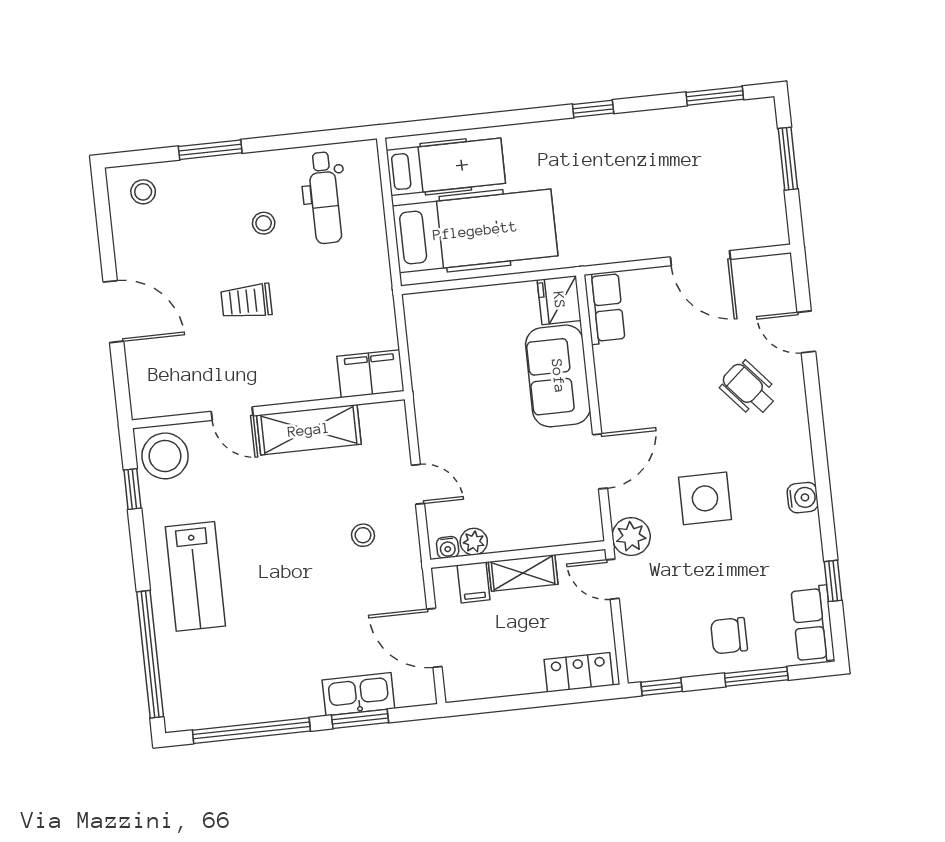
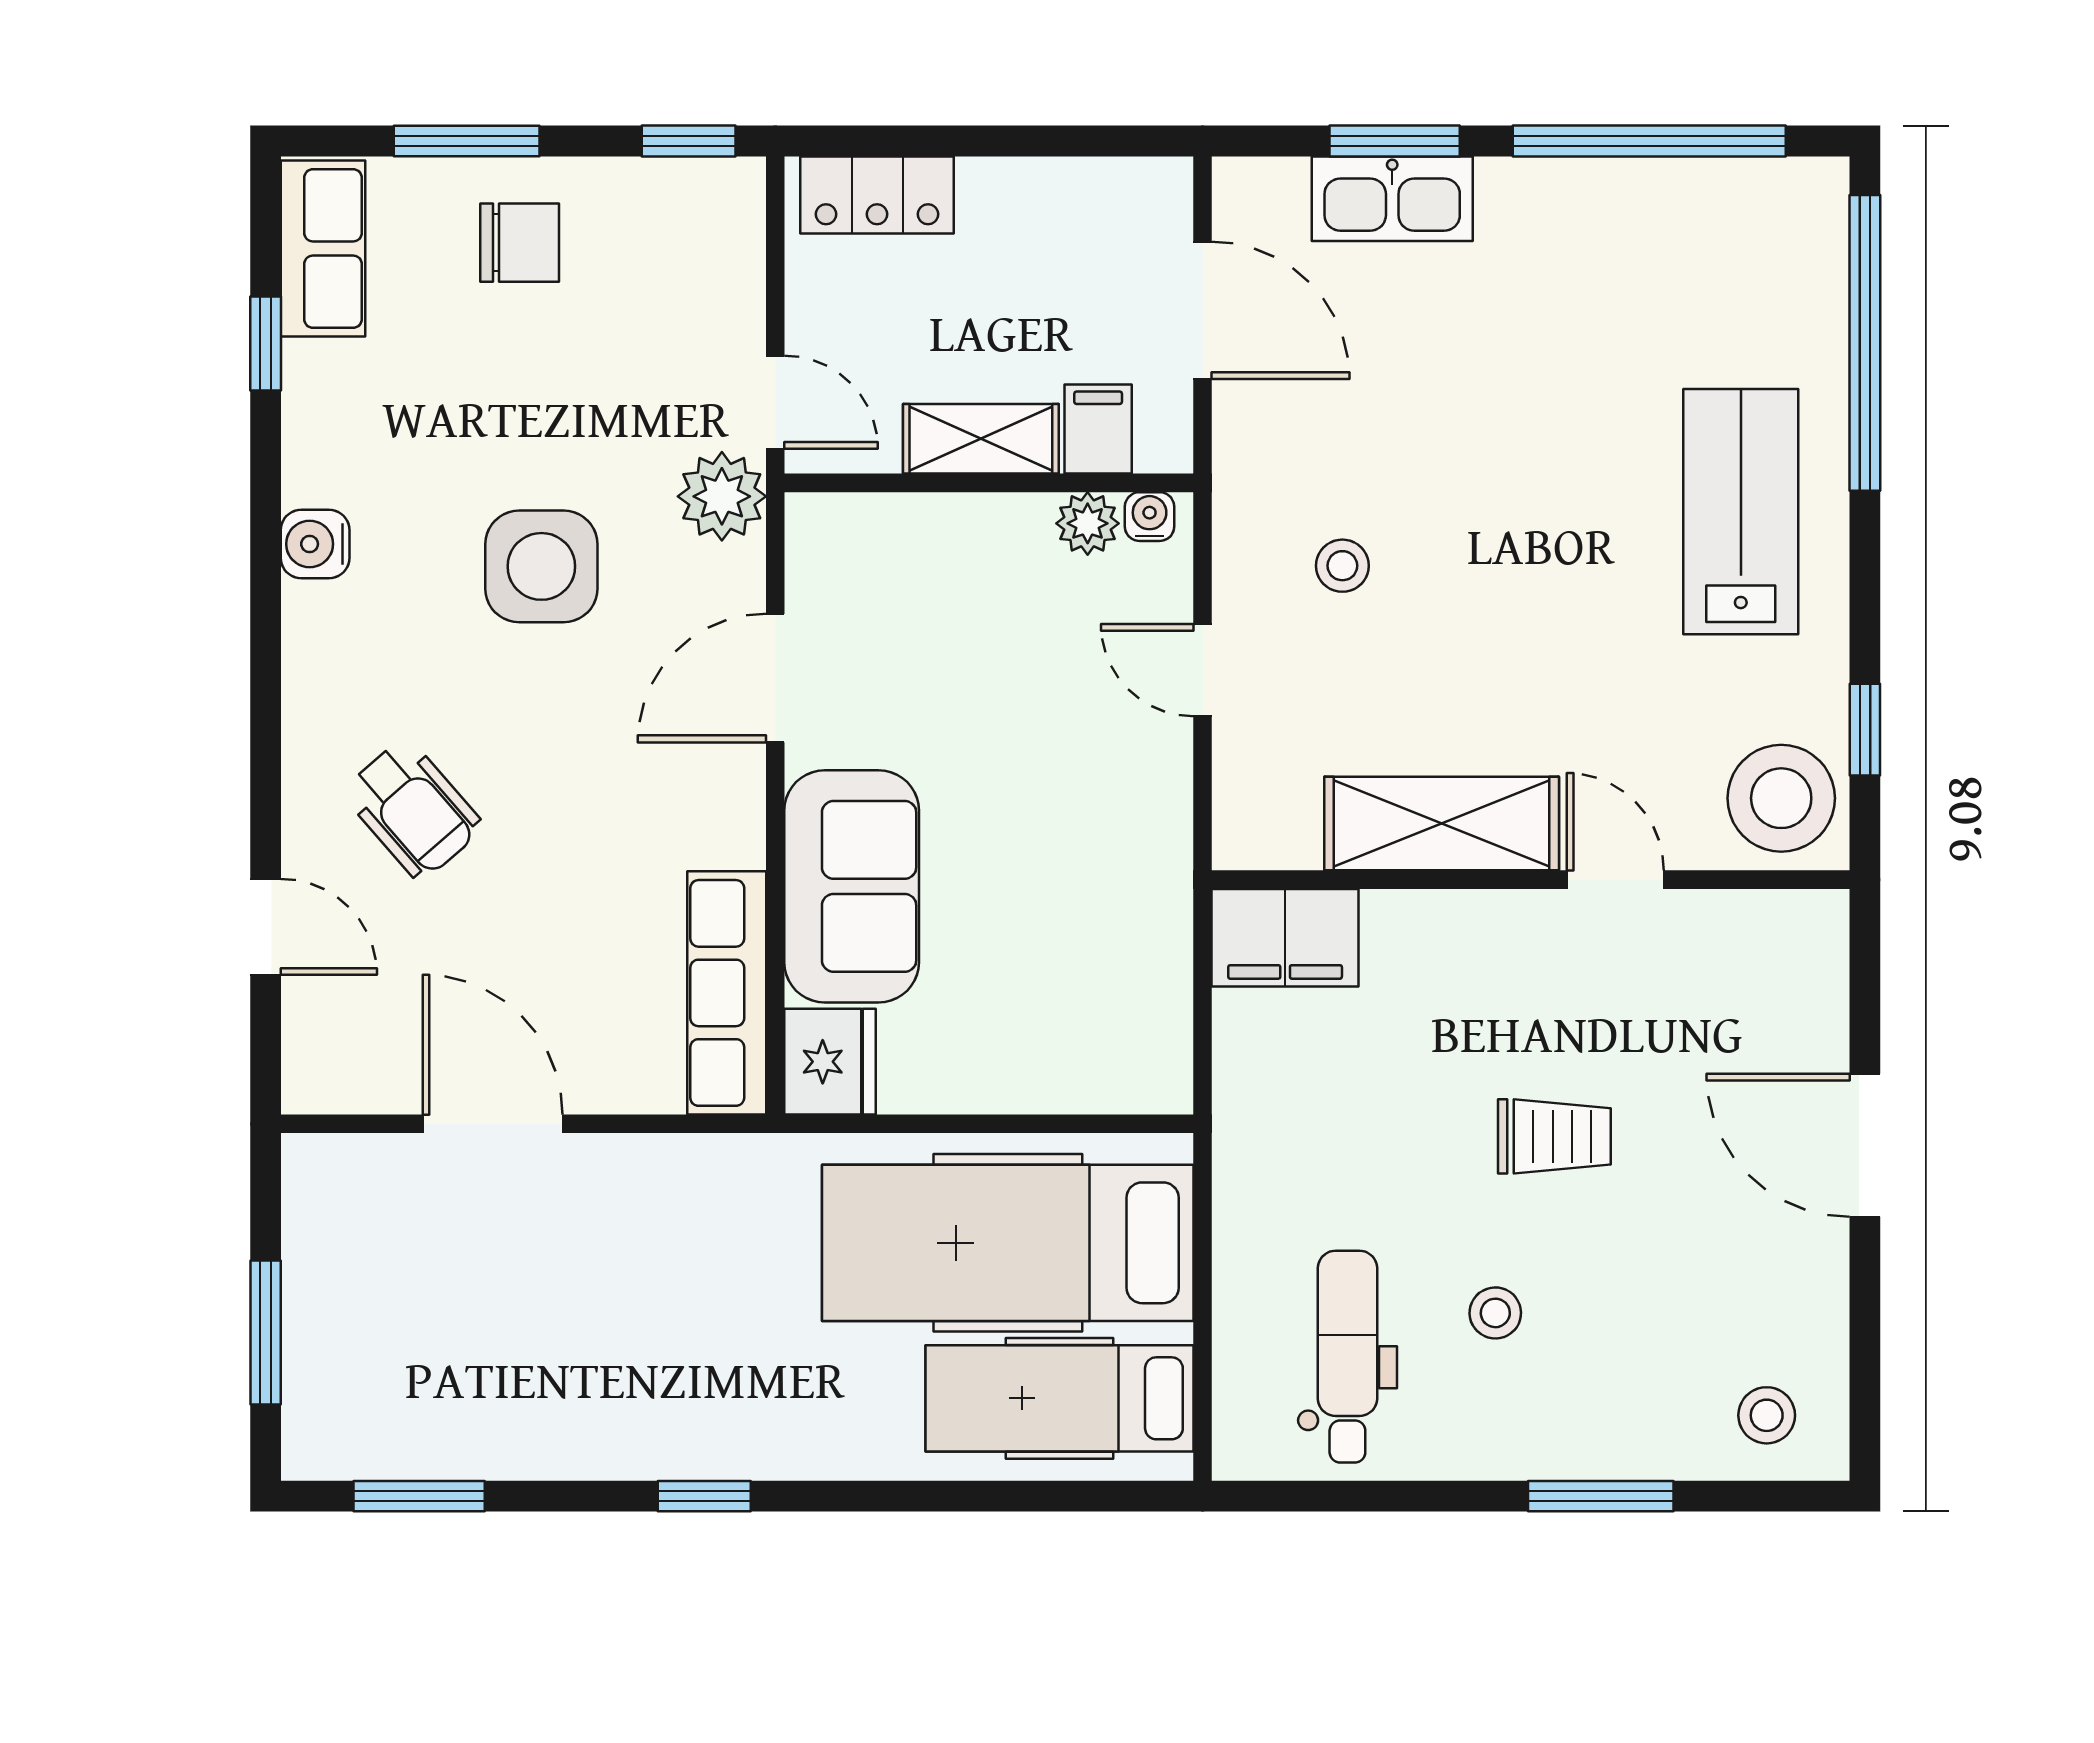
row of seats: (605, 308) -> (727, 993), width x1.48

